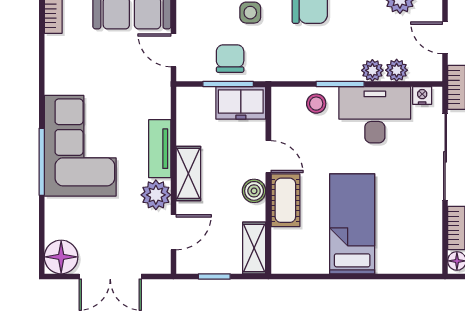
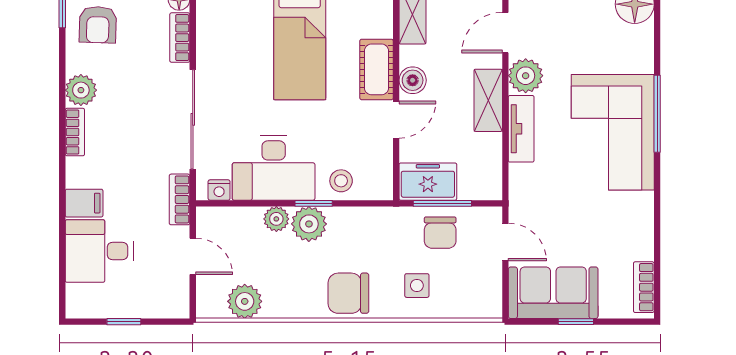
plant: (397, 70) -> (309, 224), moved, width x1.38, depth x1.38
window: (340, 84) -> (314, 203), width x0.67
door: (268, 157) -> (396, 120), swing flipped

